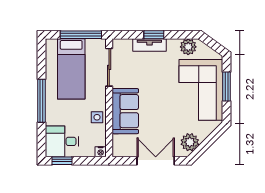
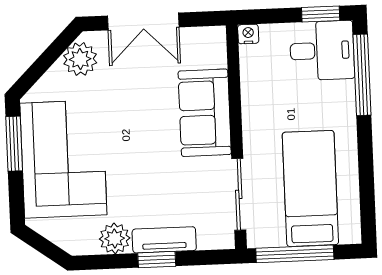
plant: (188, 47) -> (115, 238), moved
window: (227, 87) -> (14, 144), moved
window: (41, 101) -> (362, 75), moved
side table: (97, 117) -> (258, 99), removed

